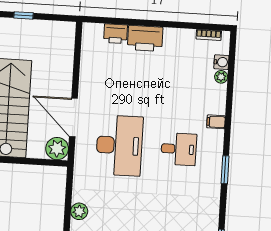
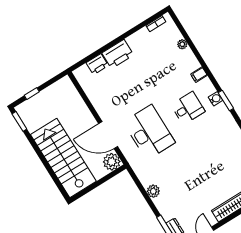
water cooler: (221, 62) -> (216, 99), moved

